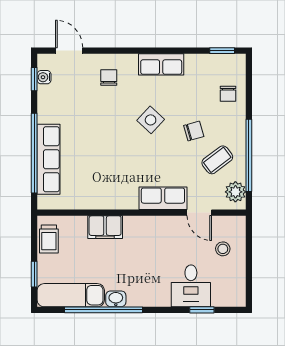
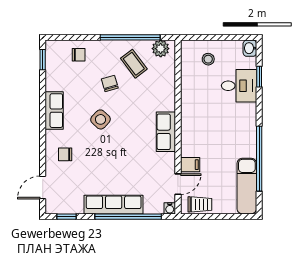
water cooler: (44, 77) -> (170, 208), moved
row of seats: (49, 159) -> (114, 205), moved
row of seats: (163, 198) -> (166, 132), moved
door: (199, 213) -> (178, 184), moved
filing cabinet: (105, 227) -> (190, 165), width x0.50
window: (34, 274) -> (229, 217), removed
washbasin: (116, 299) -> (250, 48), moved

